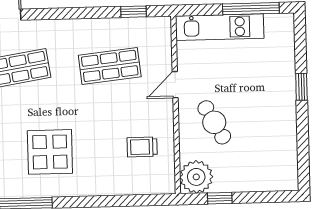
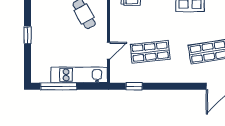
door: (175, 85) -> (109, 51), moved

